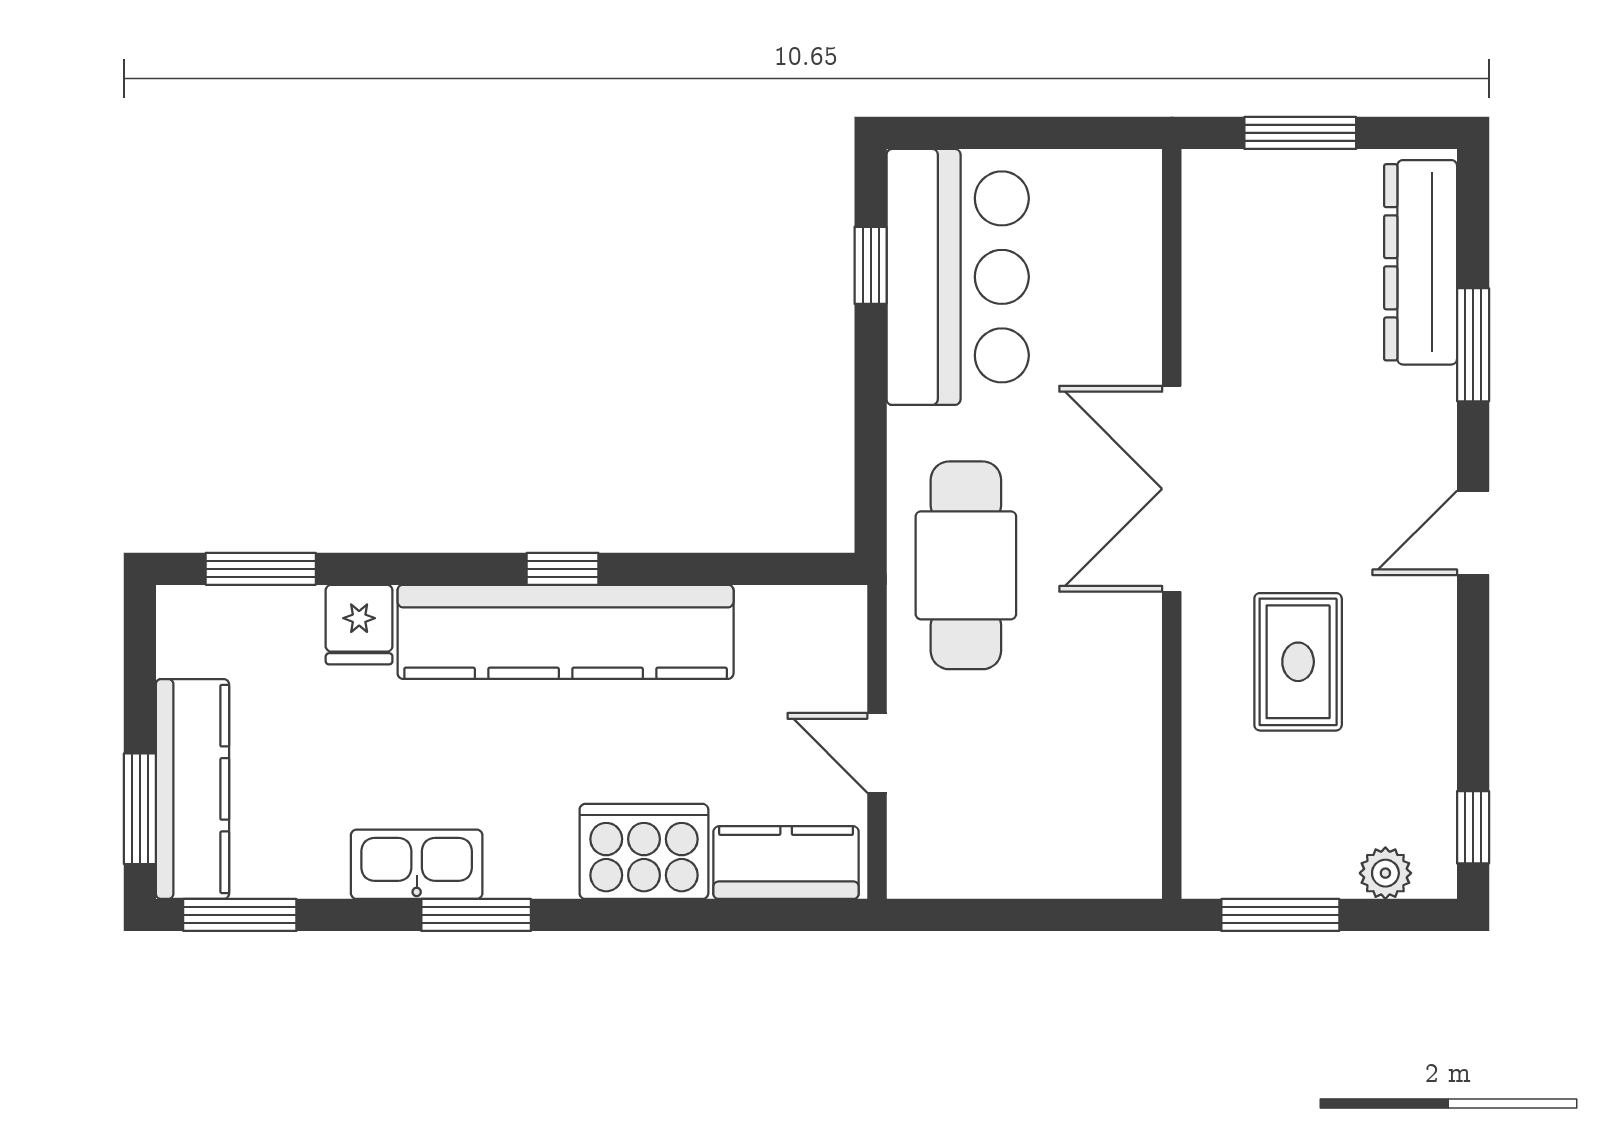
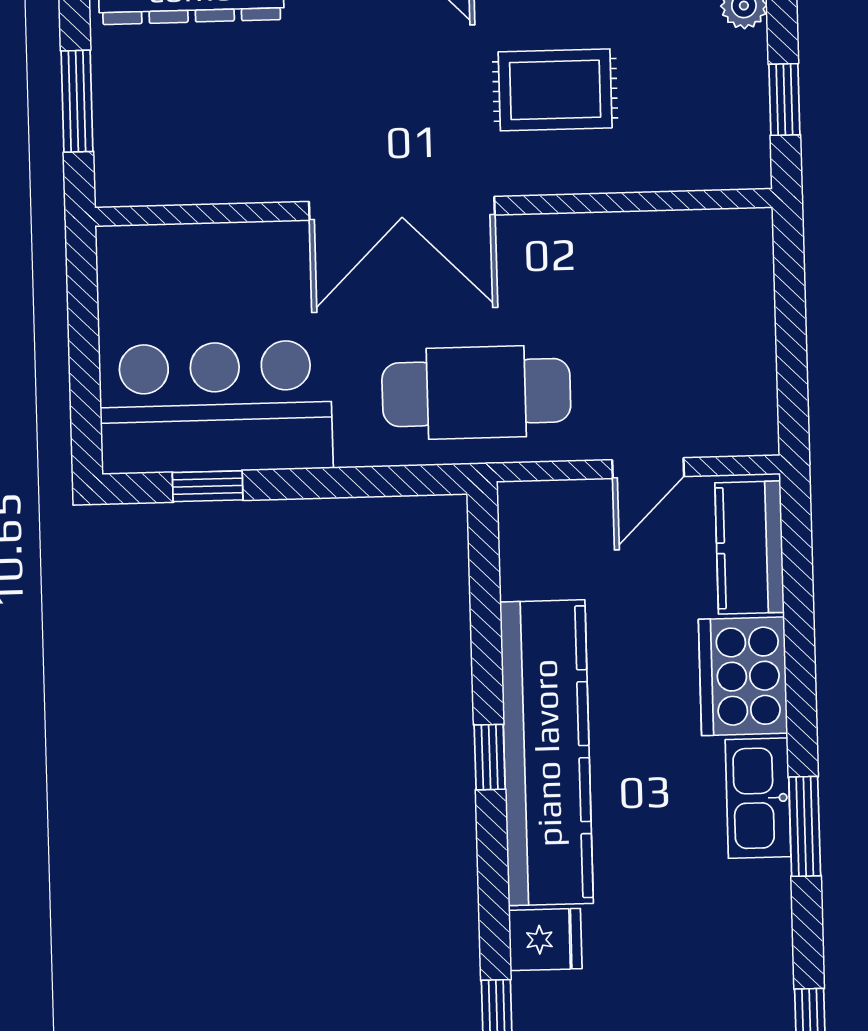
kitchen sink: (417, 864) -> (758, 798), moved
window: (1280, 915) -> (784, 99), width x0.67

